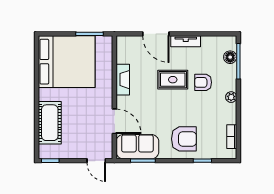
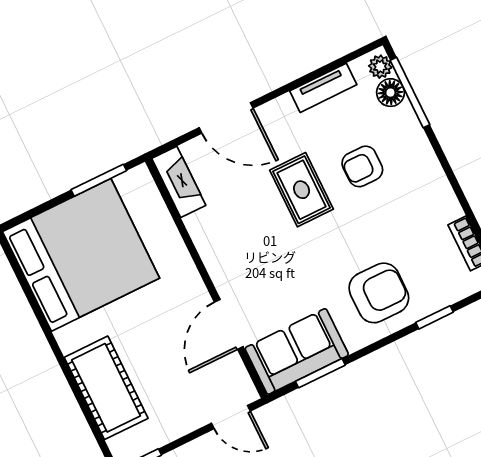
tv unit: (186, 41) -> (323, 88), moved
fireplace: (123, 80) -> (179, 182), moved
rug: (173, 80) -> (302, 190), turned 90
plant: (231, 97) -> (380, 67), moved
door: (114, 121) -> (229, 324), swing flipped

